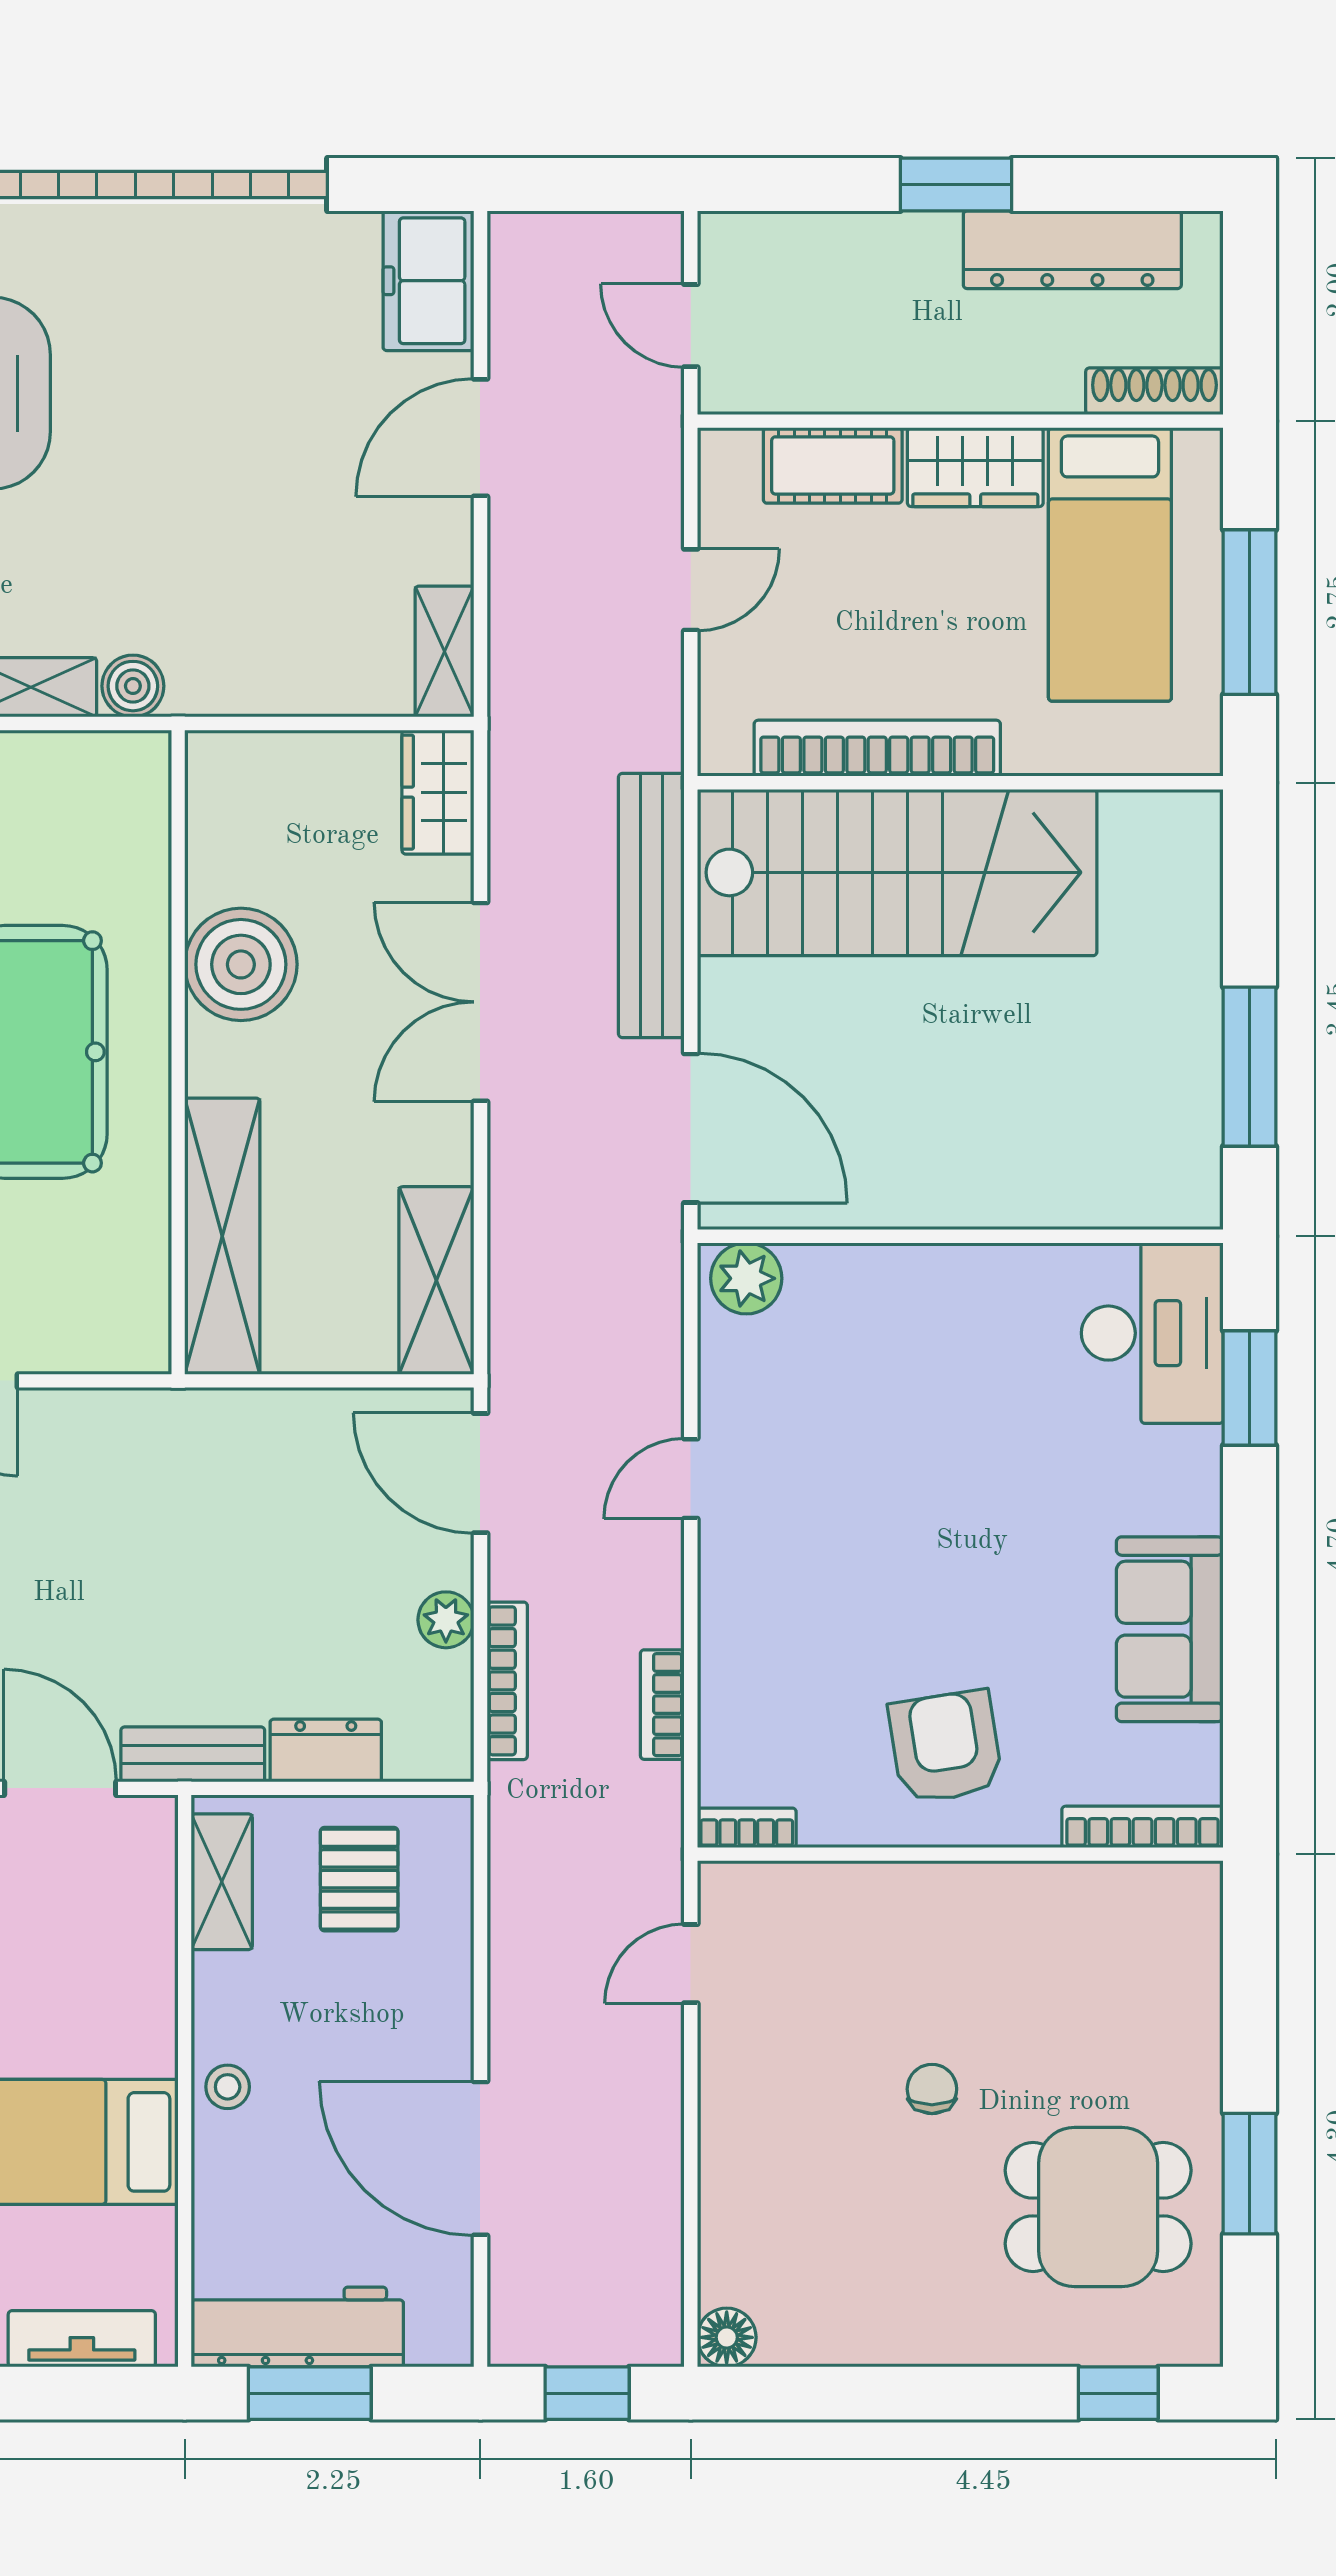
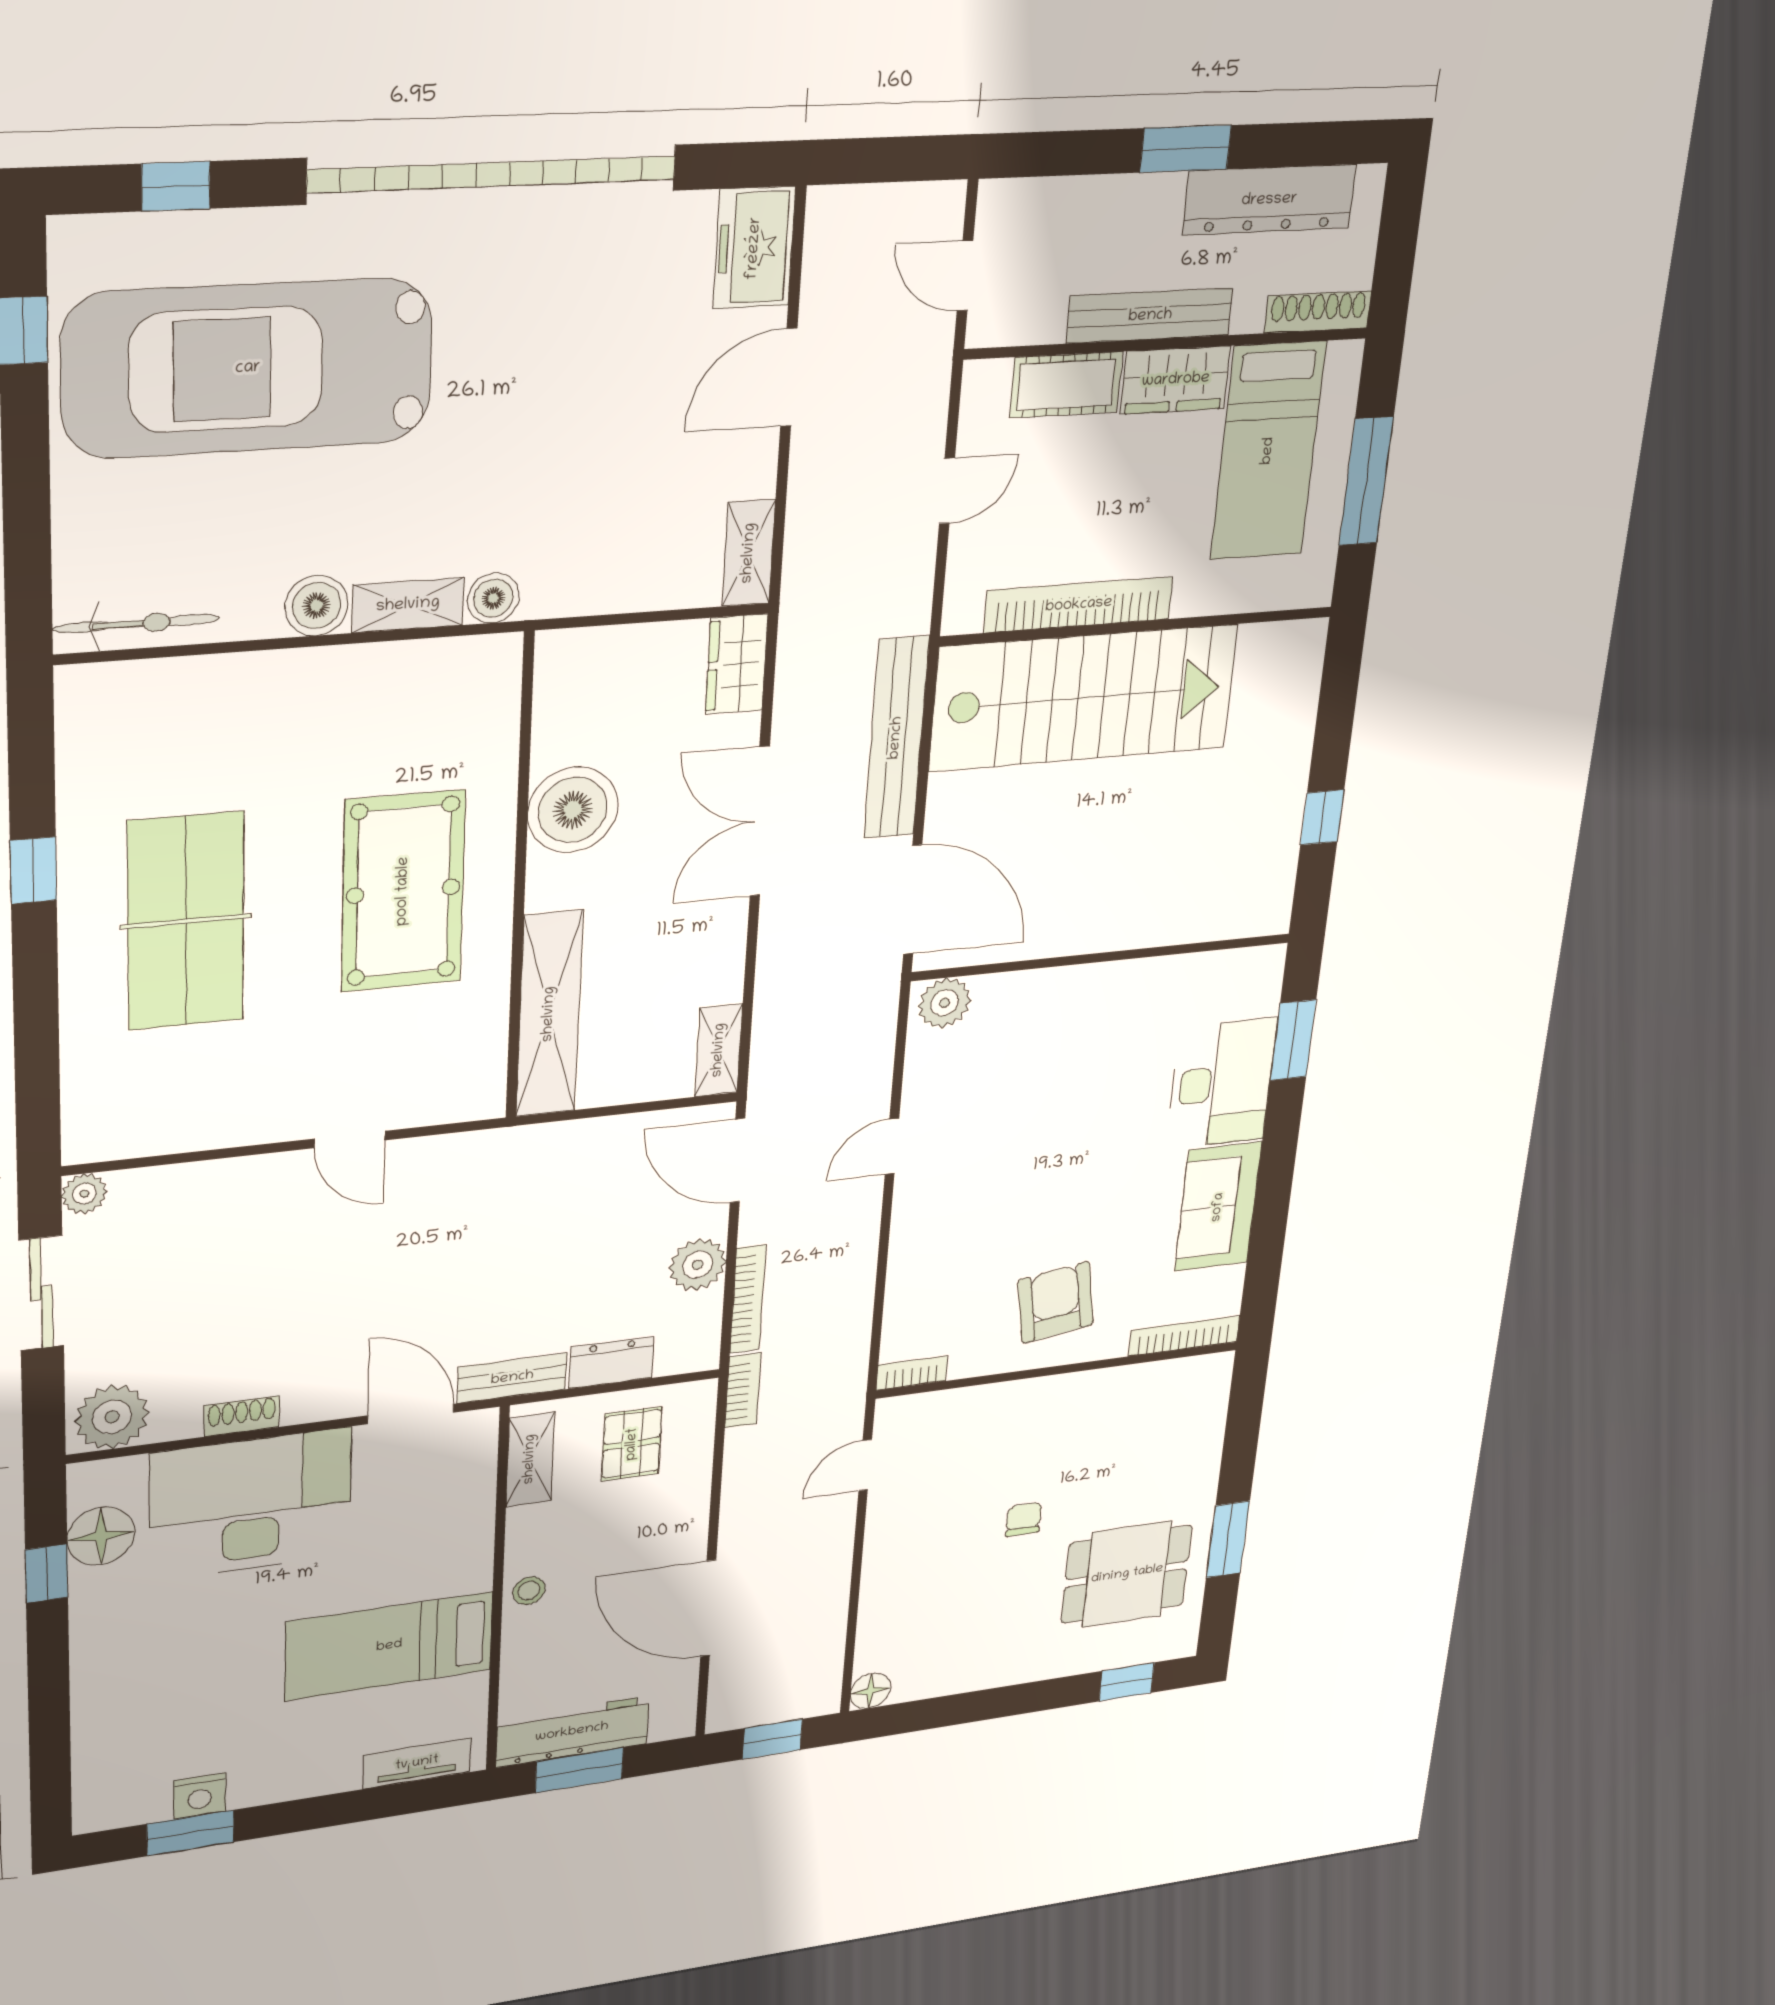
bench: (932, 385) -> (1150, 316), added
window: (1250, 1067) -> (1322, 817), width x0.46
shelving: (436, 1281) -> (719, 1050), width x0.67, depth x0.75
desk: (1152, 1333) -> (1222, 1083), moved
plant: (446, 1620) -> (698, 1265), width x1.38, depth x1.38
bookcase: (662, 1705) -> (743, 1390), moved, turned 180

